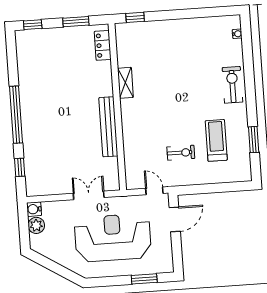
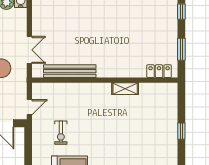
window: (135, 17) -> (181, 131), moved
bench: (108, 127) -> (70, 71), moved

